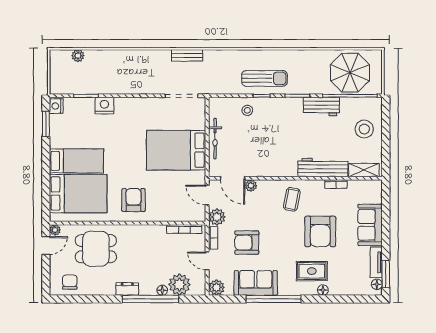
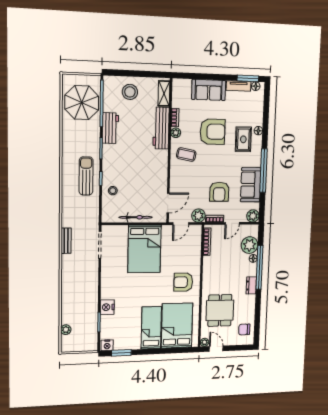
plant: (251, 186) -> (176, 133), moved

